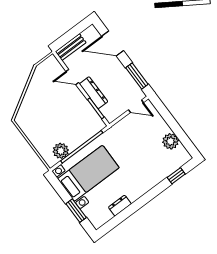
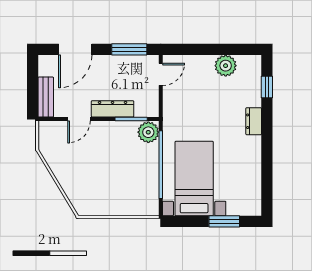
plant: (61, 151) -> (148, 132), moved
dresser: (120, 206) -> (254, 121), moved

